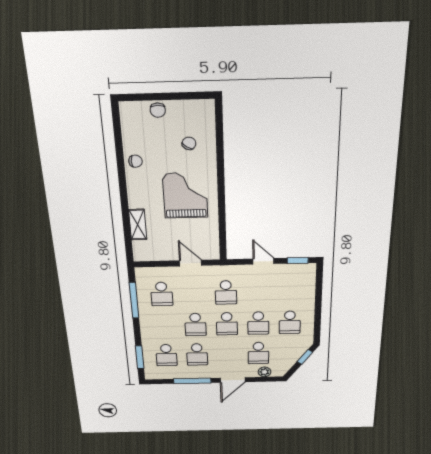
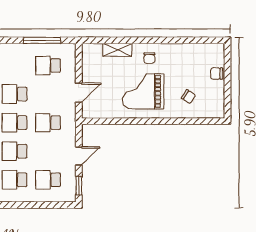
chair: (135, 161) -> (149, 58), moved
grand piano: (185, 195) -> (143, 91), turned 180
school desk: (290, 291) -> (48, 180), added

